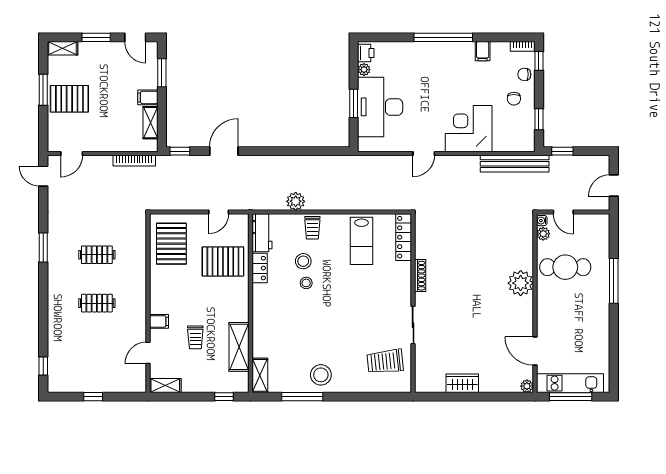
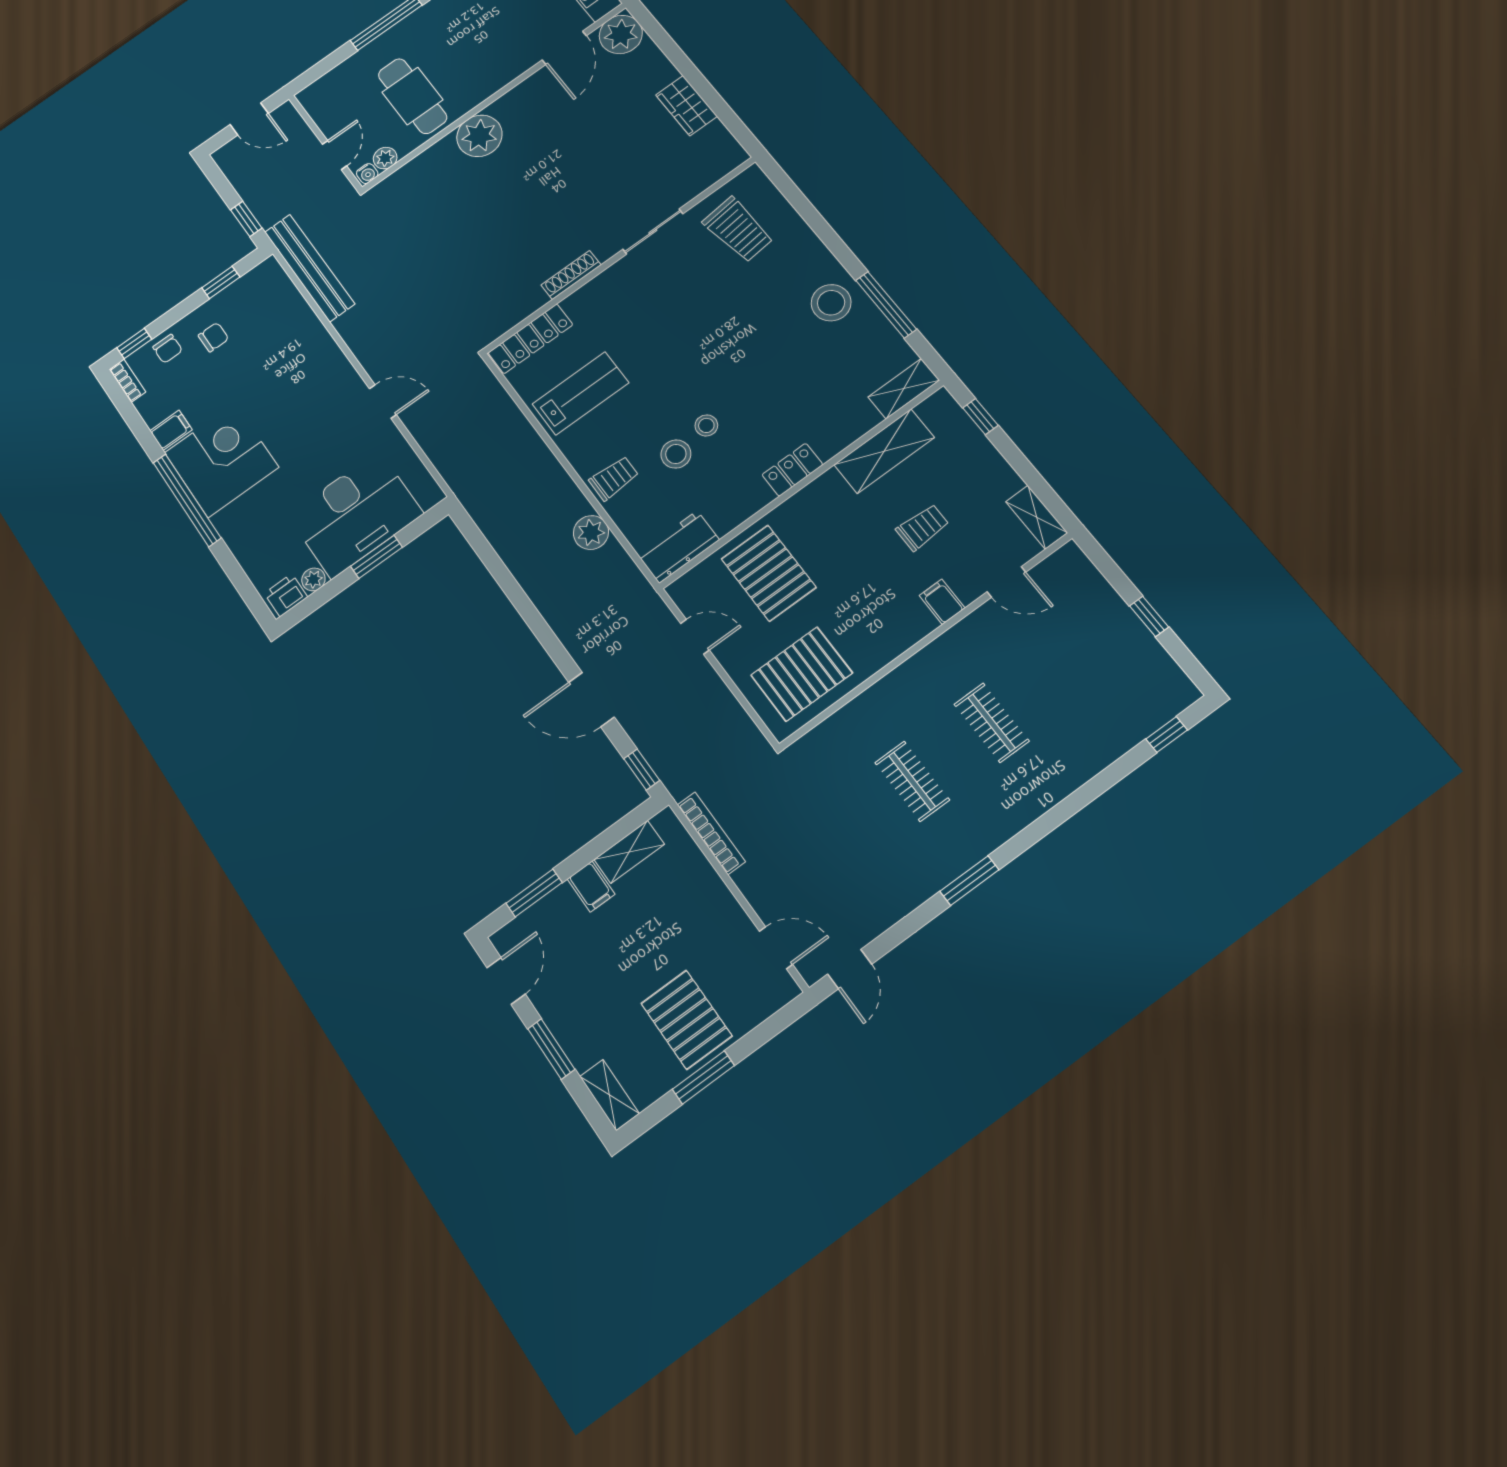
corner desk: (469, 129) -> (221, 460), moved, turned 180
locker: (260, 268) -> (792, 470), moved
plant: (527, 386) -> (621, 34), width x1.88, depth x1.88

